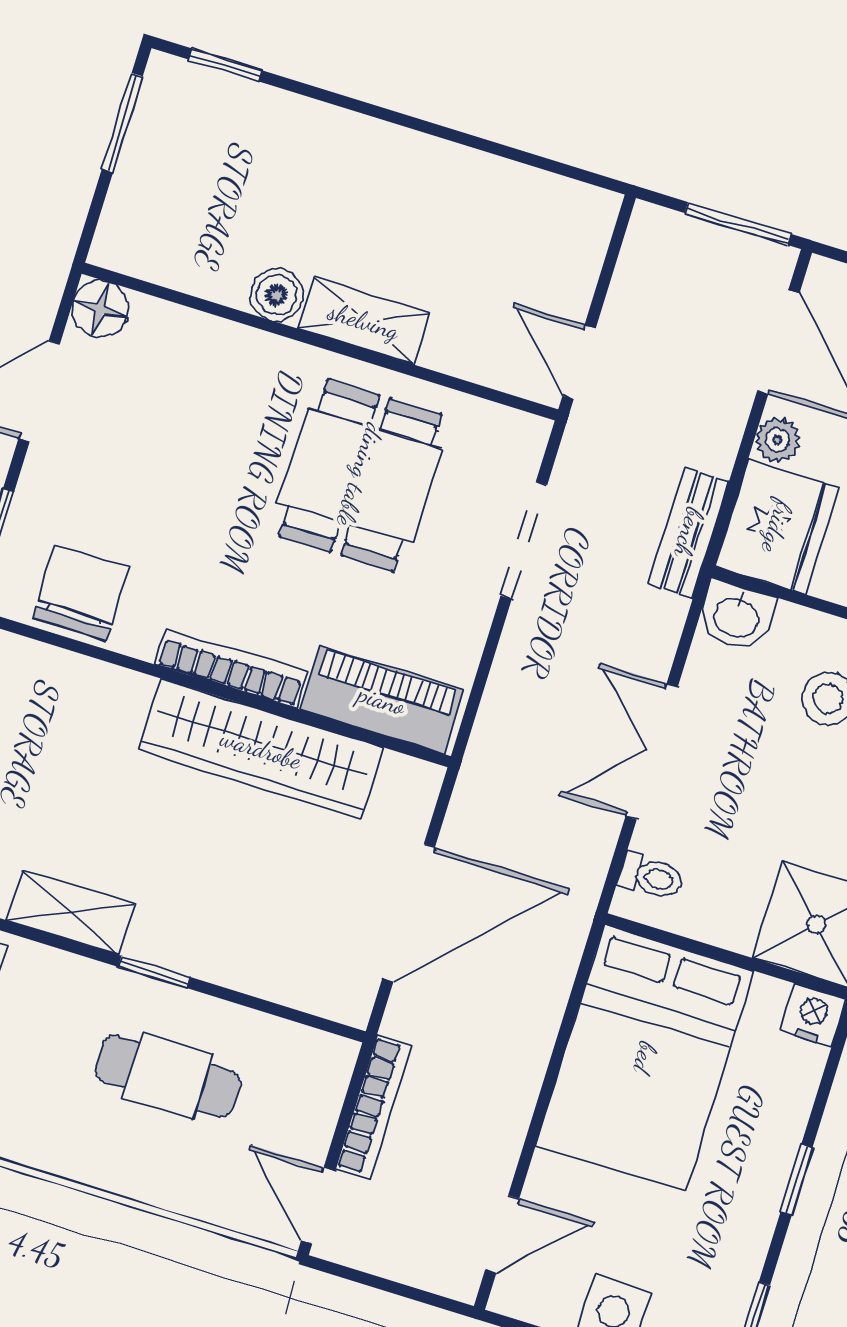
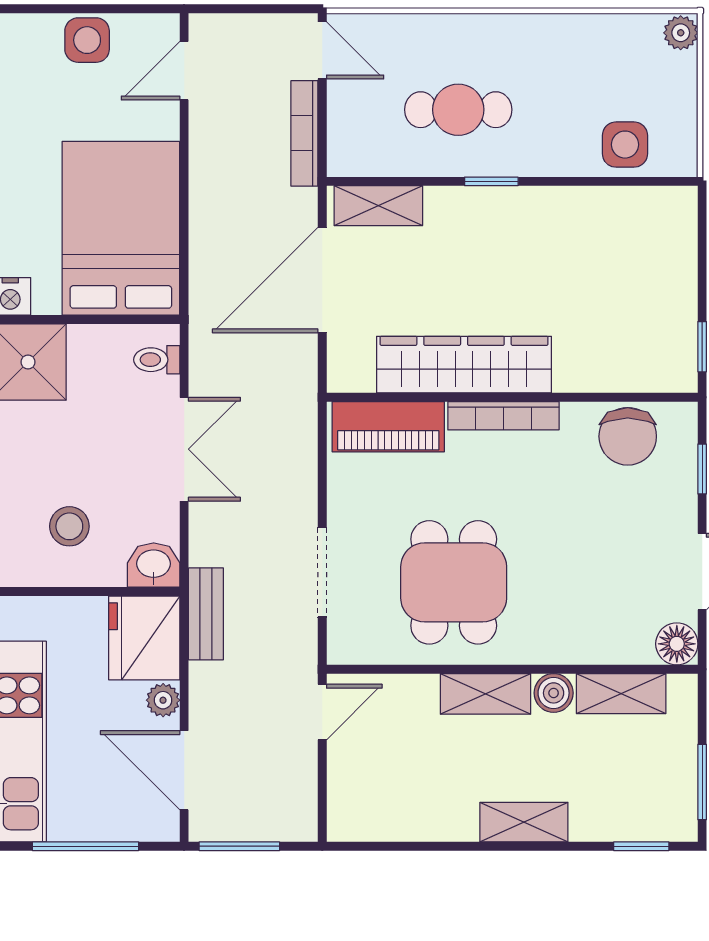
shelving: (365, 142) -> (524, 822), added
shelving: (191, 267) -> (621, 694), added
door: (579, 362) -> (322, 712), hinge flipped
shelving: (71, 912) -> (378, 206), moved

